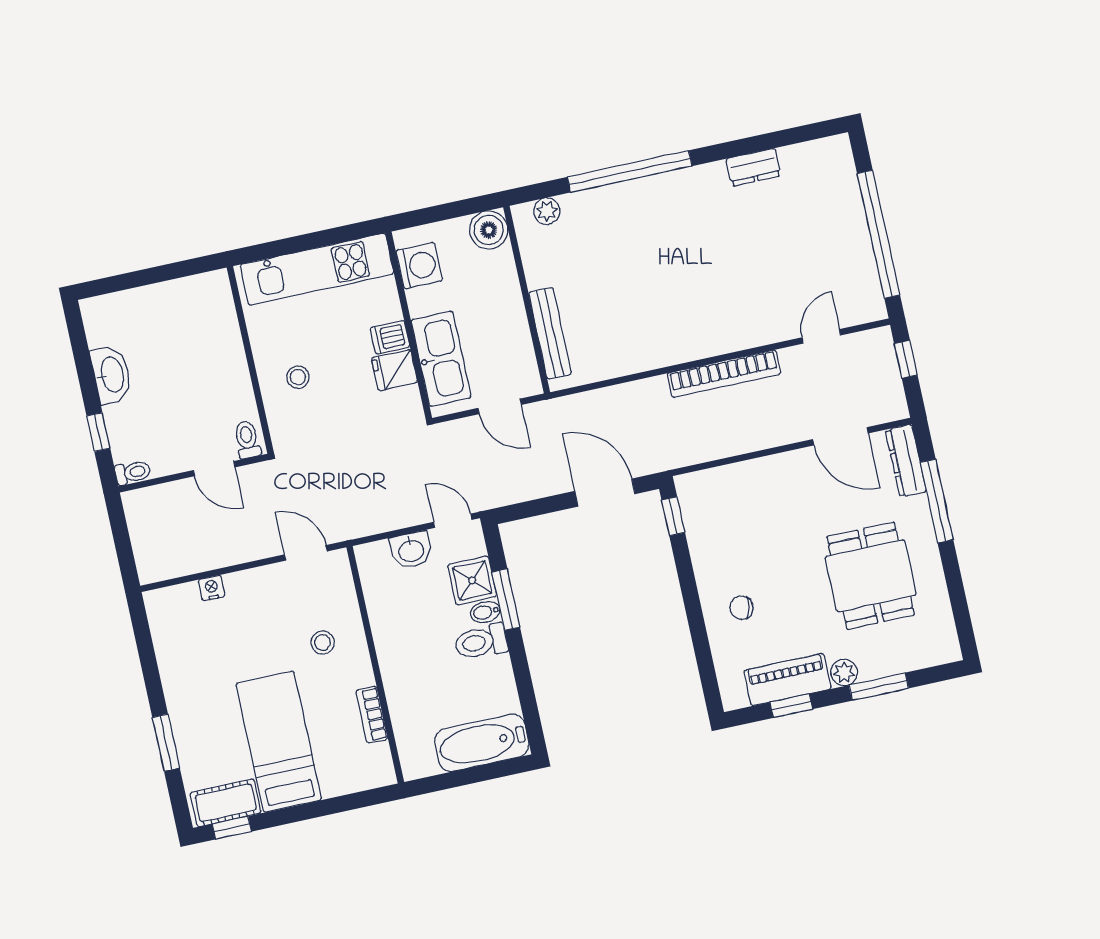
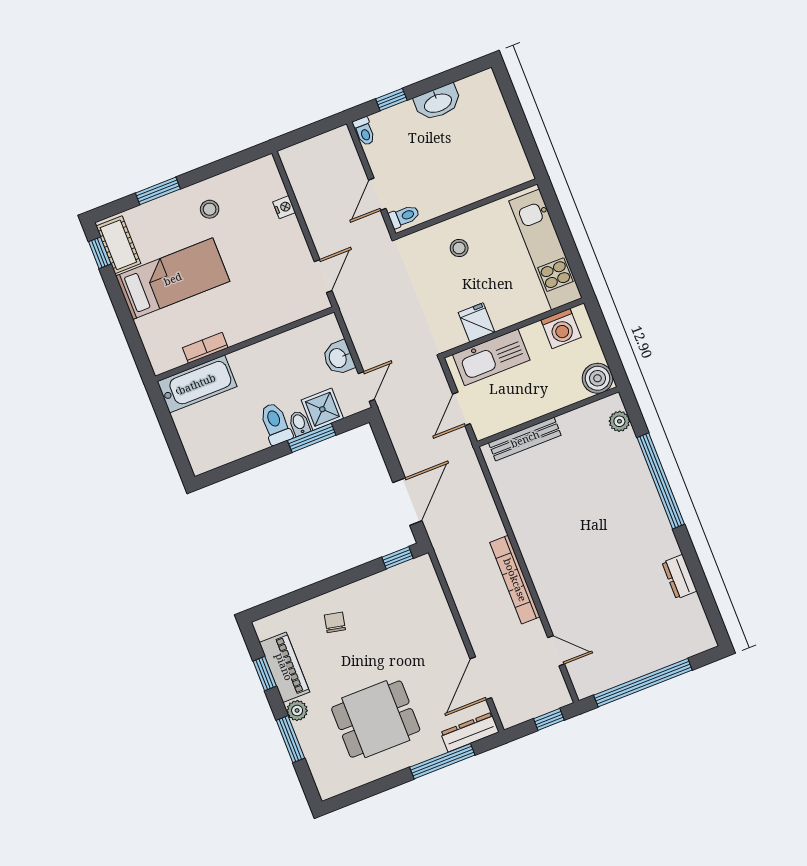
dishwasher: (390, 337) -> (502, 315), removed
stool: (323, 643) -> (210, 209), moved
bathtub: (482, 743) -> (197, 384), moved, turned 90

